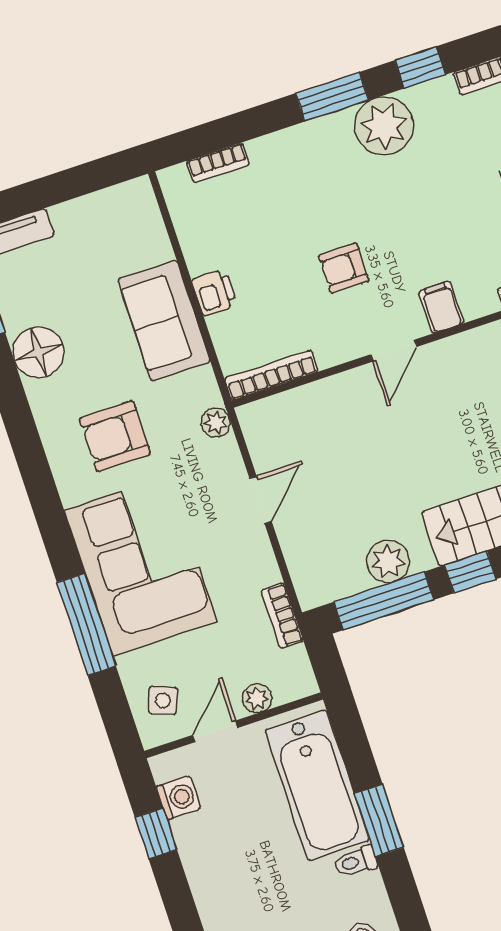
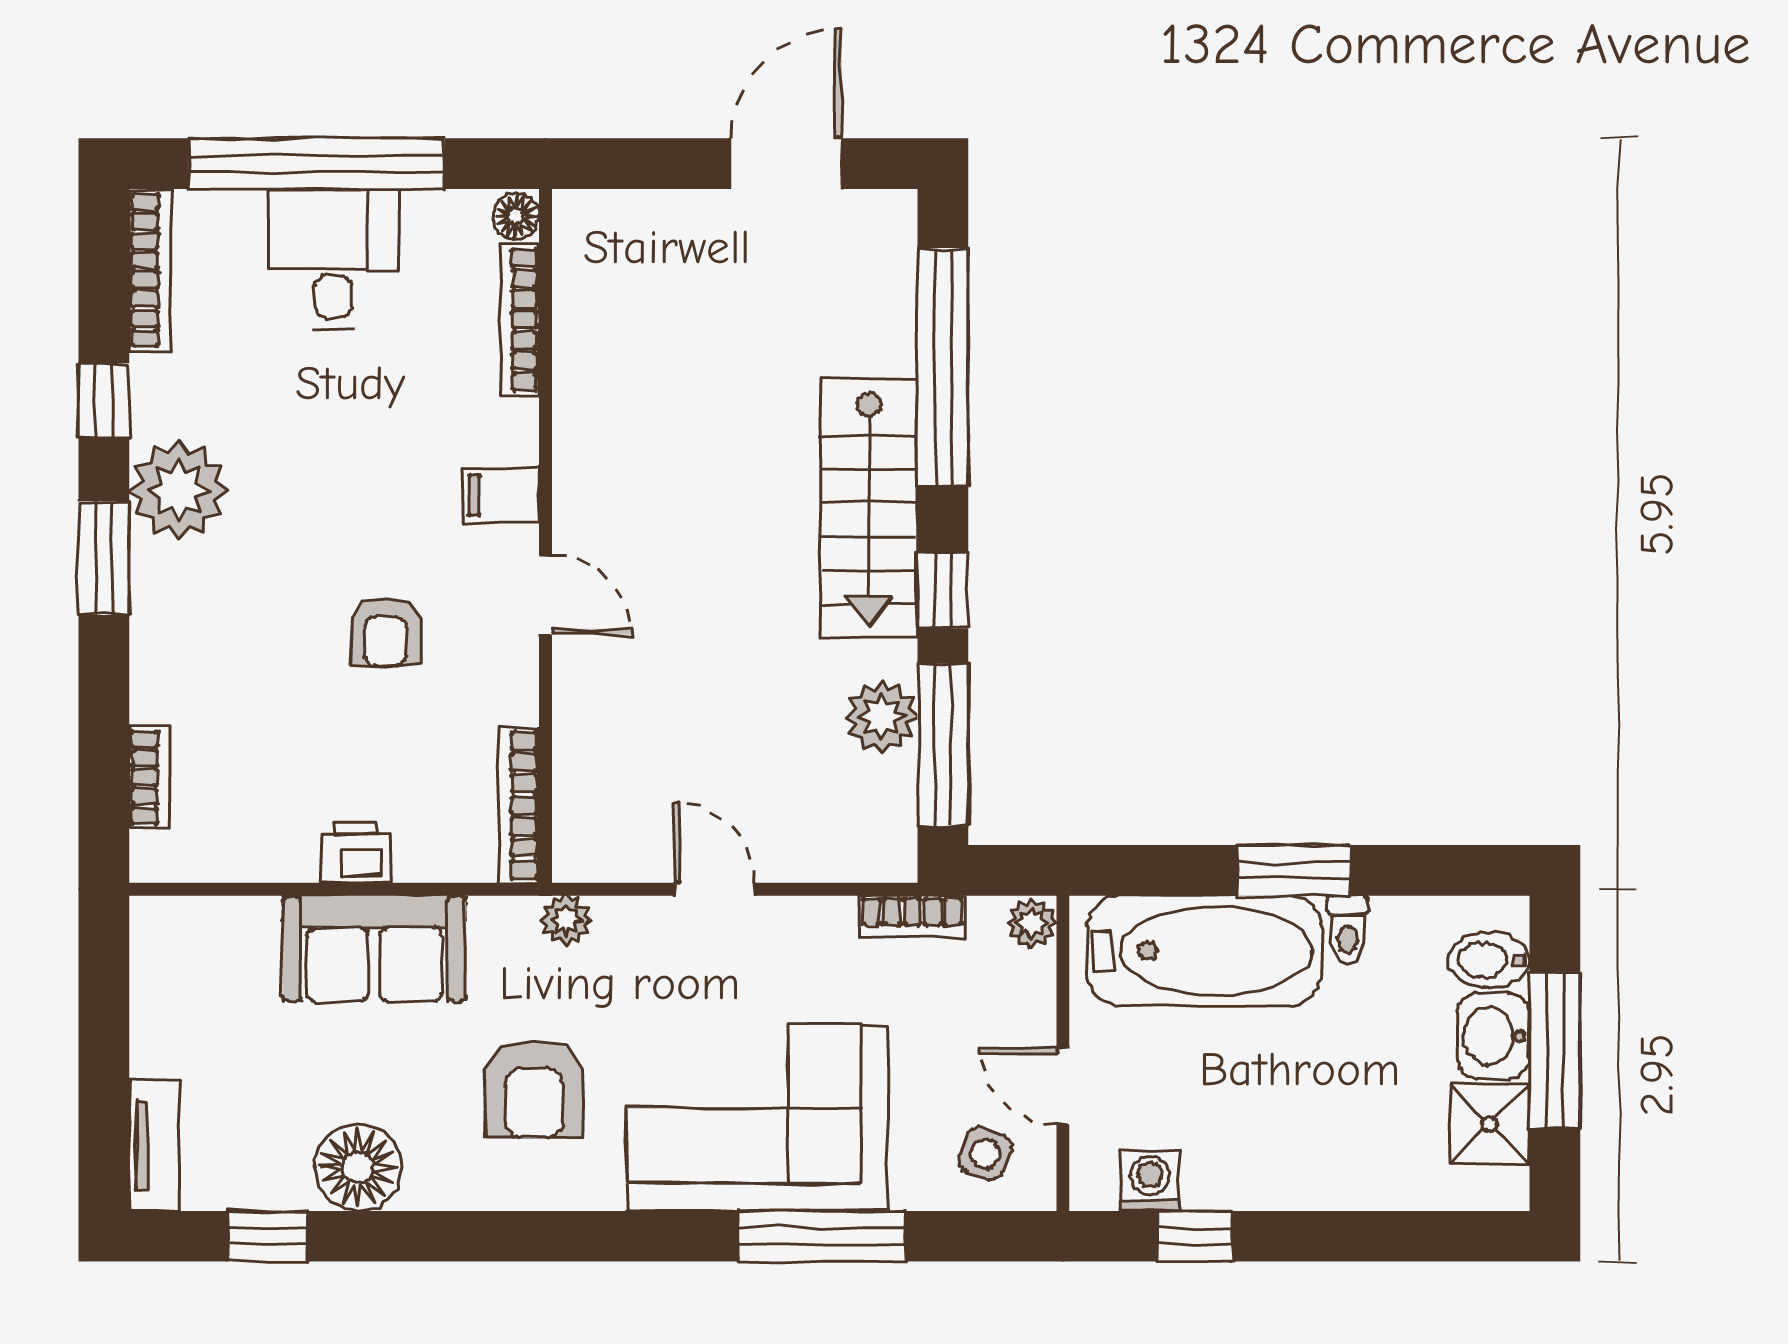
plant: (257, 698) -> (1032, 923), moved

